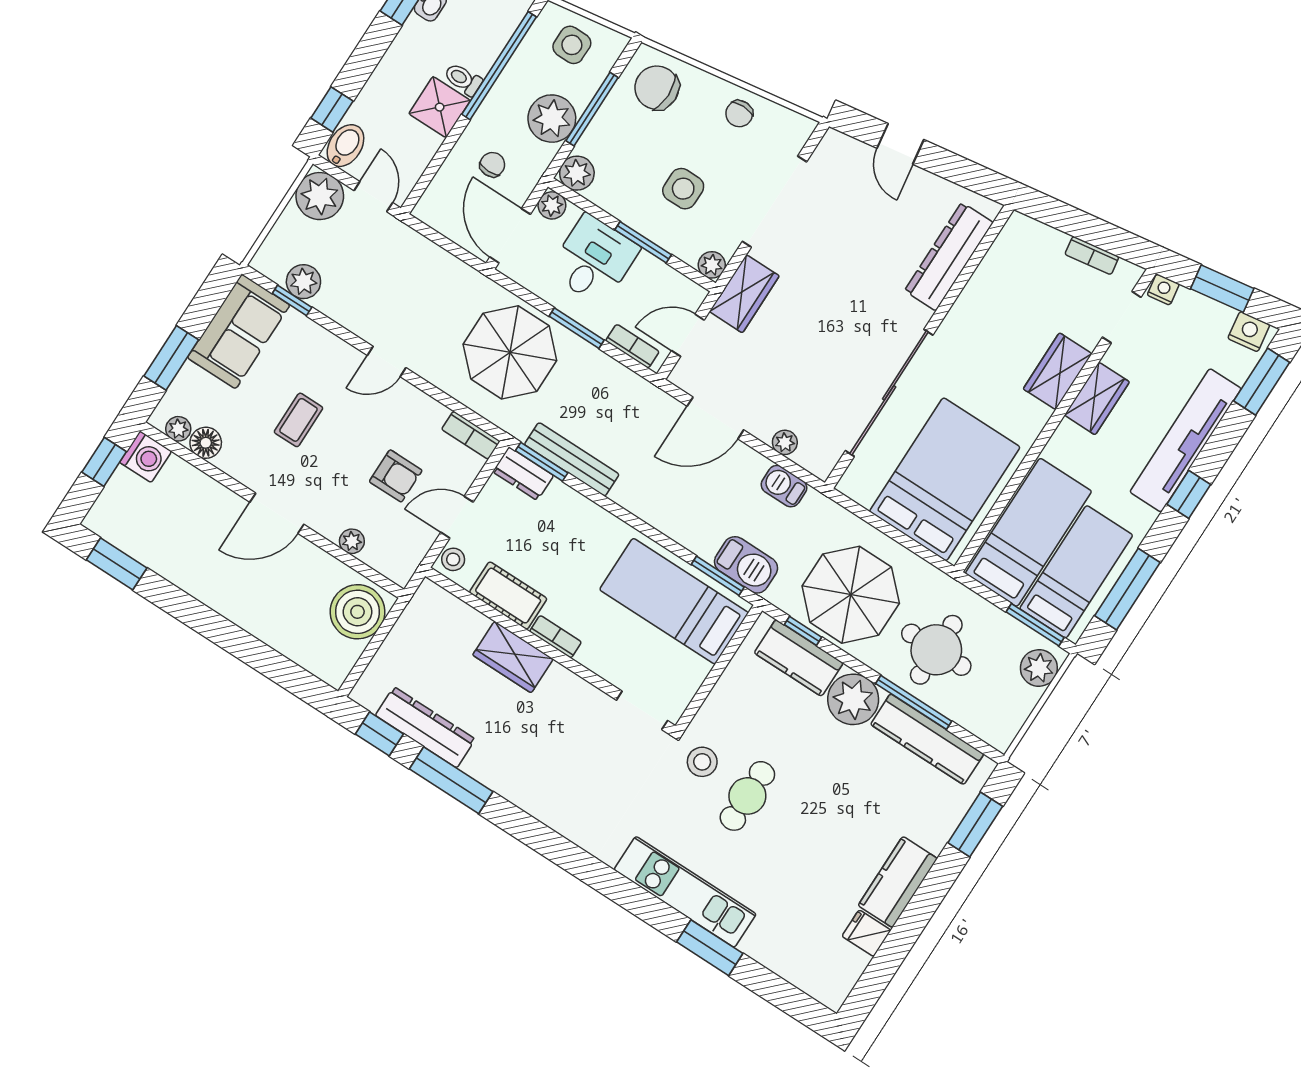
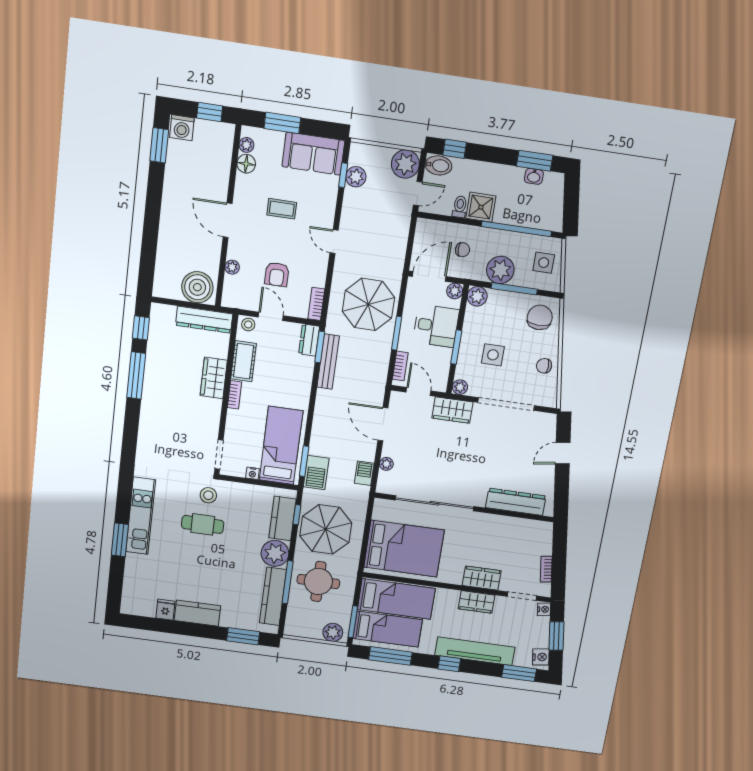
toilet: (463, 79) -> (460, 207), moved
washing machine: (146, 457) -> (182, 128), moved
nightstand: (699, 671) -> (252, 473), added
dresser: (425, 727) -> (204, 320), moved, turned 90

